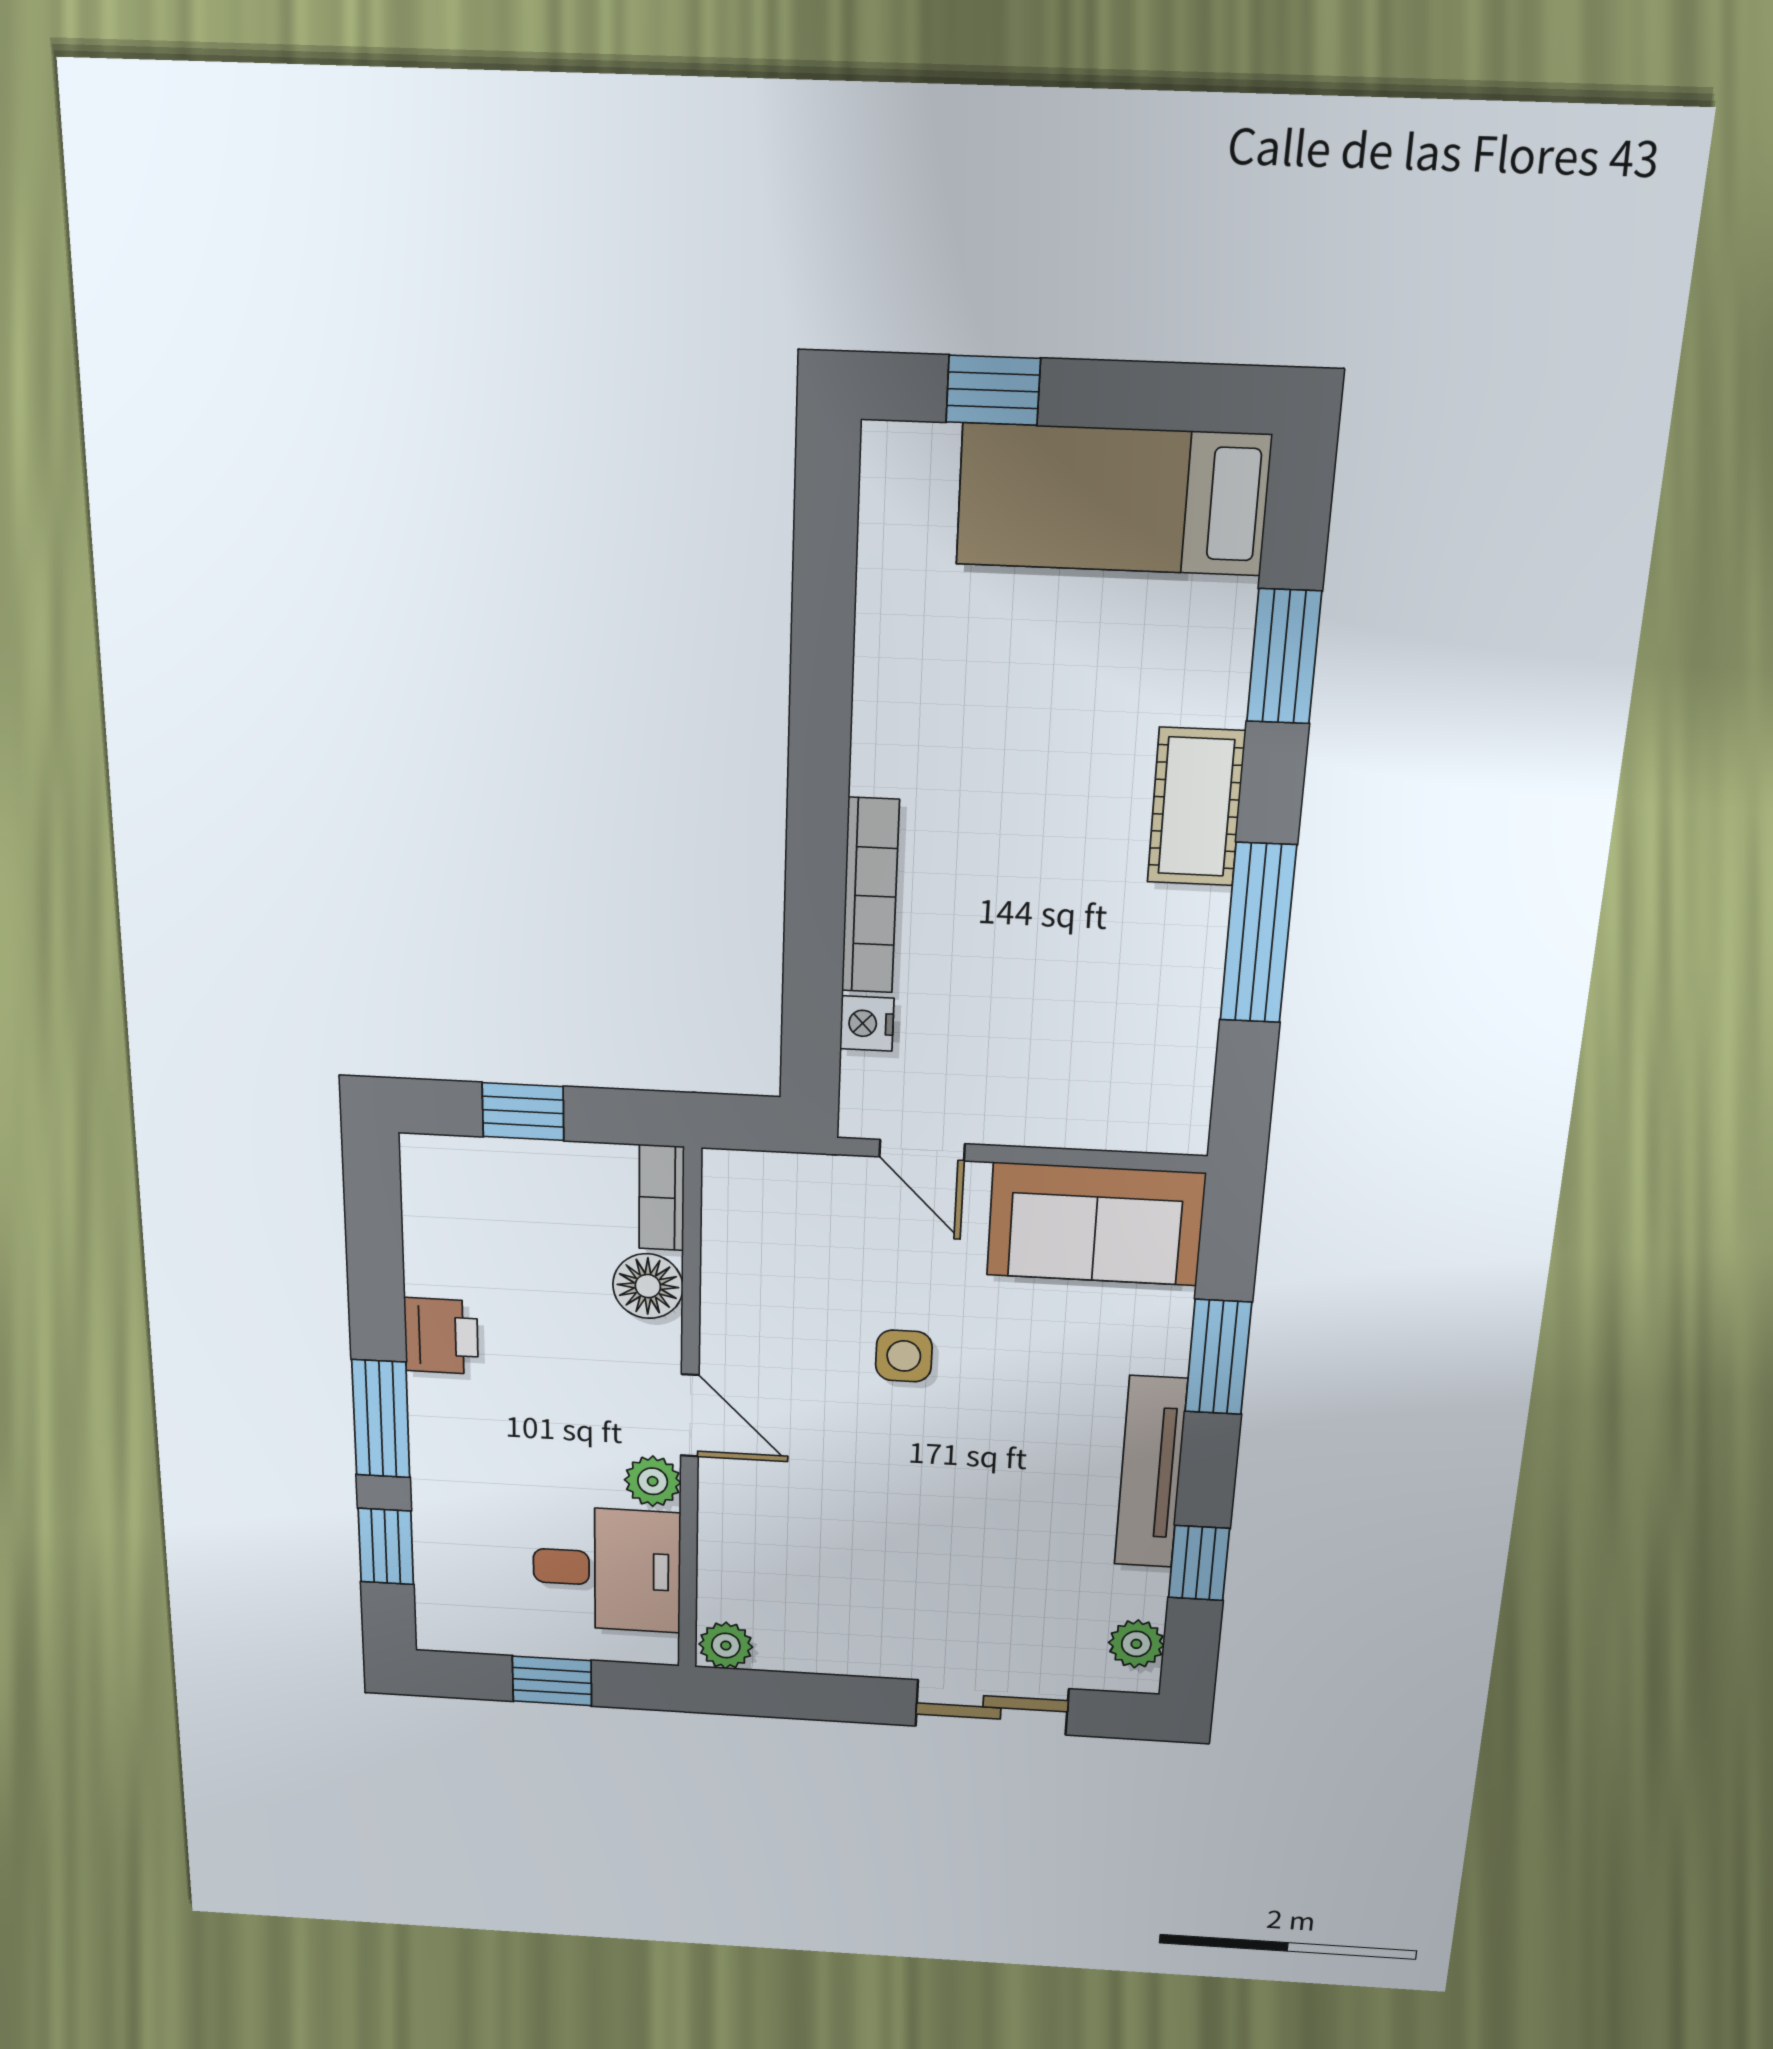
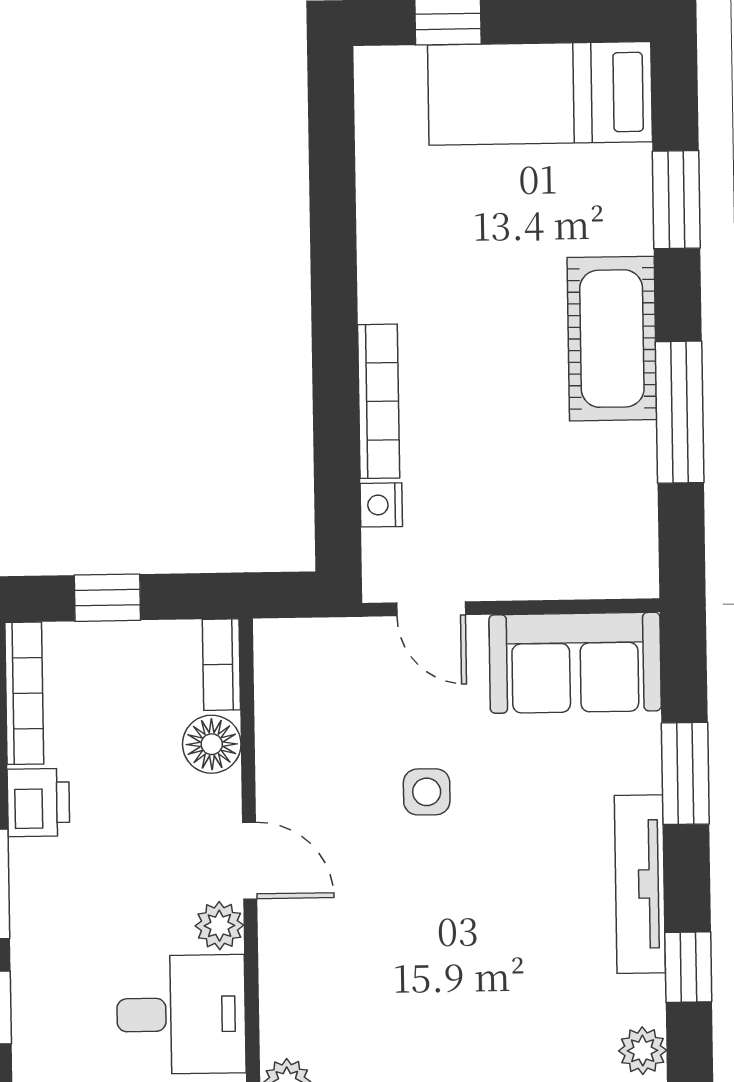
cot: (1196, 807) -> (612, 339), width x1.37, depth x1.34
bookcase: (423, 1214) -> (24, 693), added

